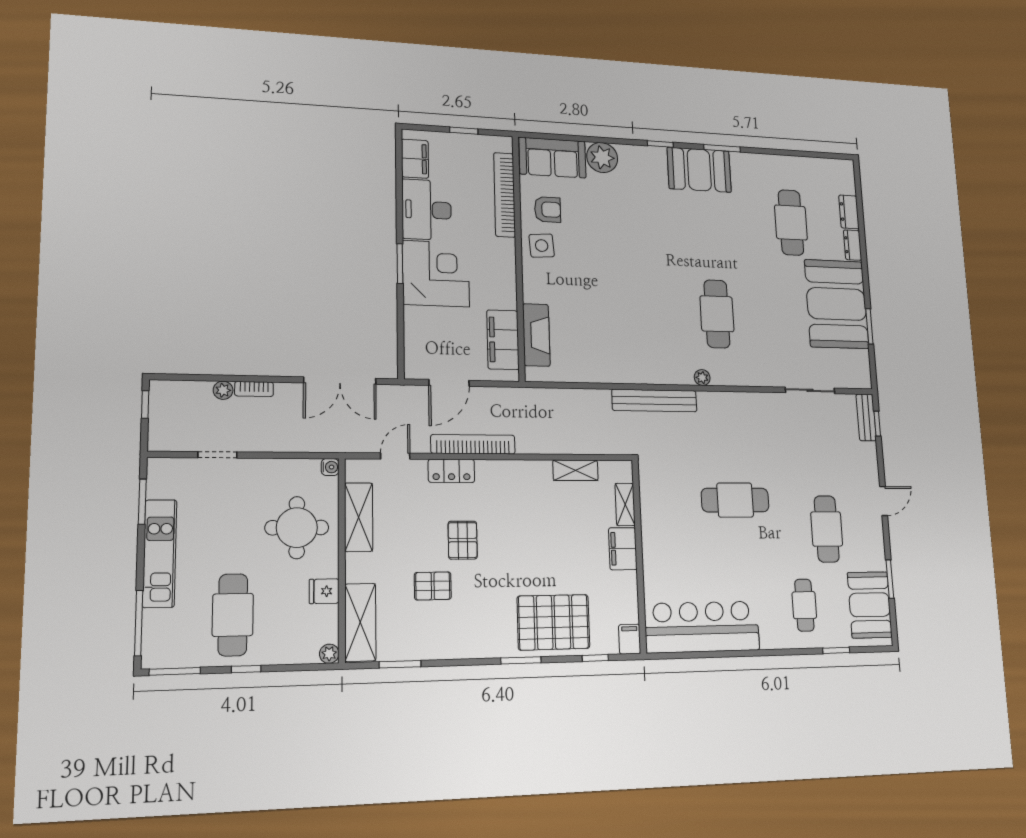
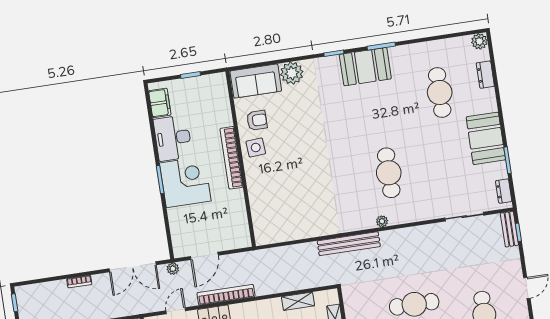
plant: (845, 169) -> (479, 41), added
bookcase: (505, 195) -> (231, 158), moved
dresser: (853, 245) -> (504, 191), moved
booth: (837, 304) -> (486, 138), width x0.73, depth x0.70
fireplace: (536, 335) -> (260, 212), removed
filing cabinet: (503, 340) -> (237, 220), removed
plant: (223, 390) -> (173, 269), moved

